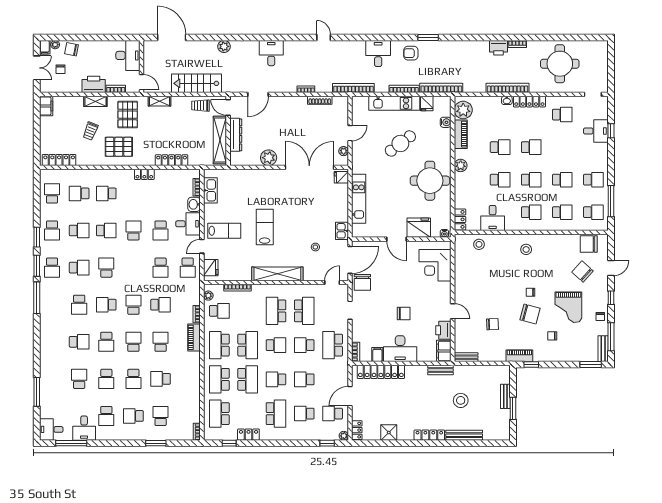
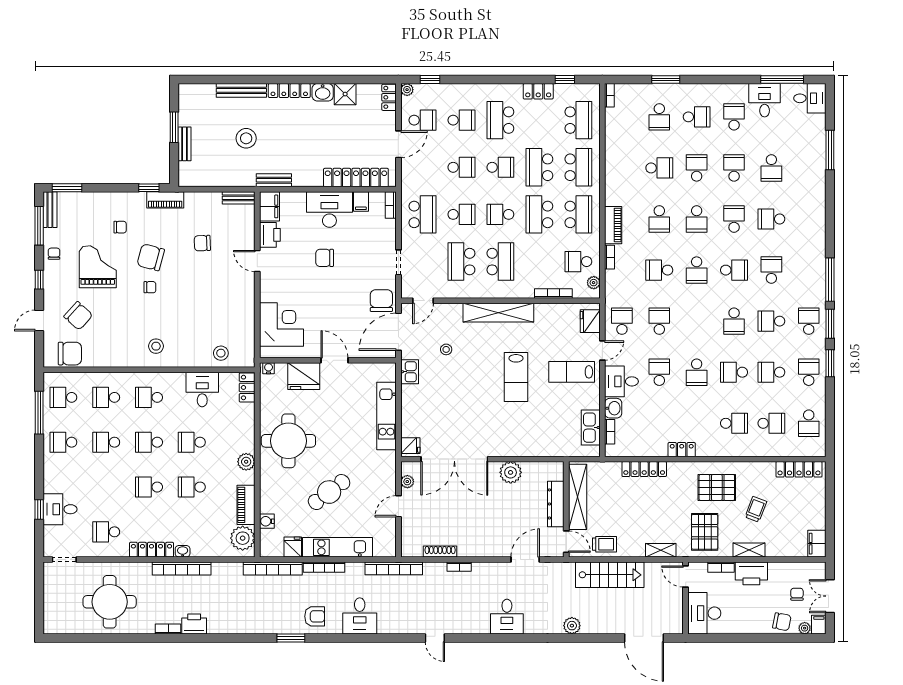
washbasin: (405, 434) -> (323, 92), added

